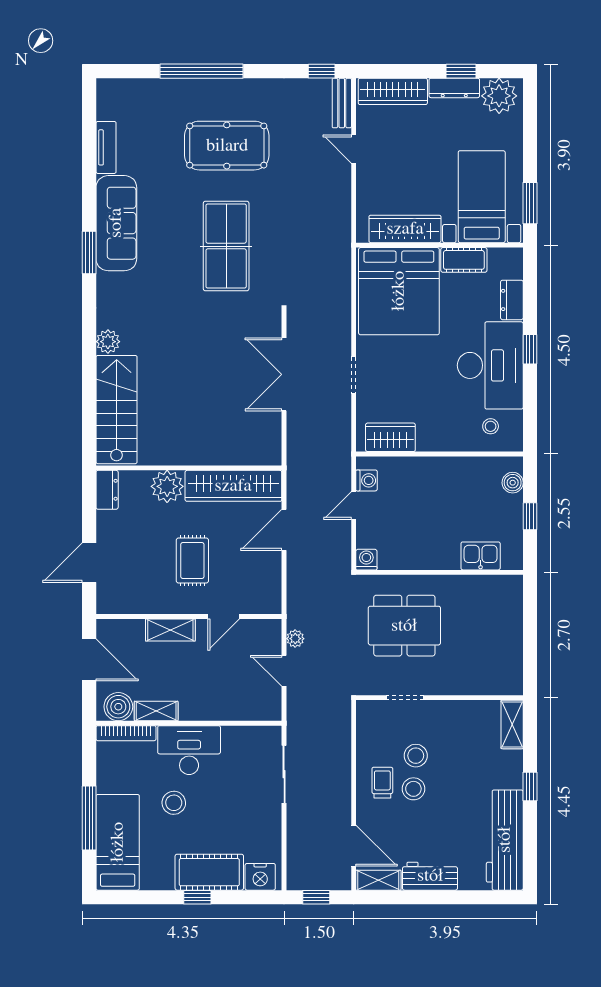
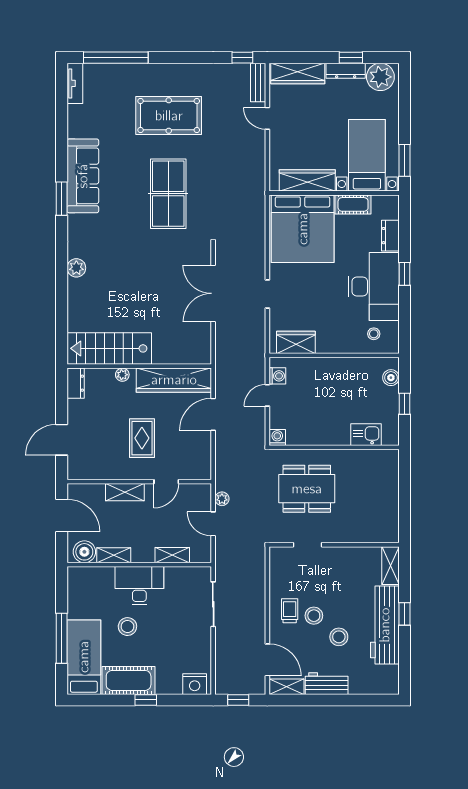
window: (202, 71) -> (116, 58), moved
tv unit: (106, 147) -> (75, 83), moved
stairs: (117, 410) -> (109, 348), moved, turned -90
plant: (167, 486) -> (122, 375), width x0.53, depth x0.53
shelving: (231, 711) -> (172, 555), added
bookcase: (126, 733) -> (90, 572), removed
stool: (416, 756) -> (339, 637), moved
workbench: (505, 840) -> (385, 625), moved
cot: (209, 872) -> (129, 680), moved

